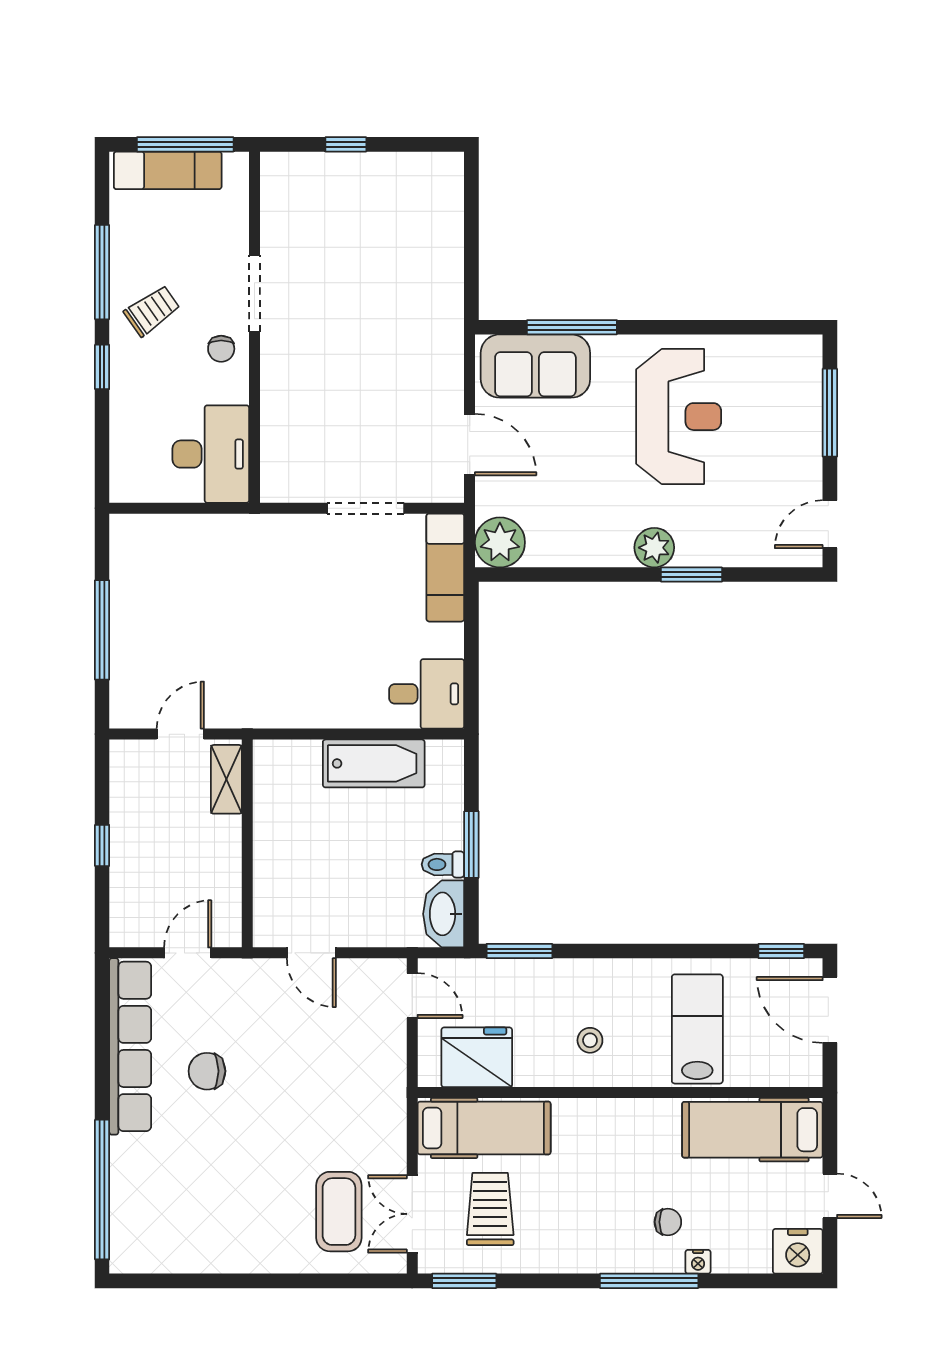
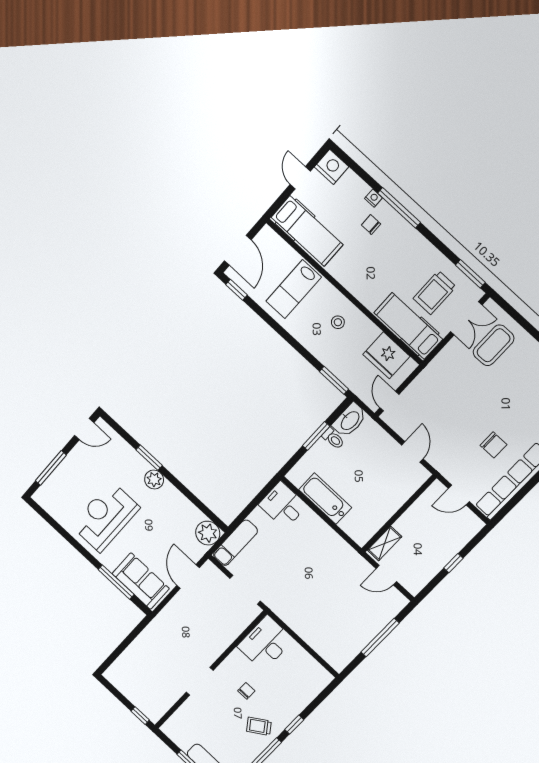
doorway: (254, 293) -> (200, 681), moved
wall: (254, 327) -> (210, 670), moved
desk: (211, 454) -> (265, 643), moved

